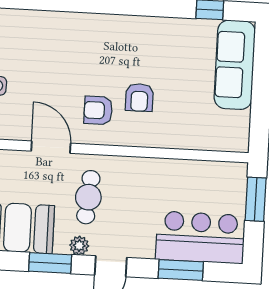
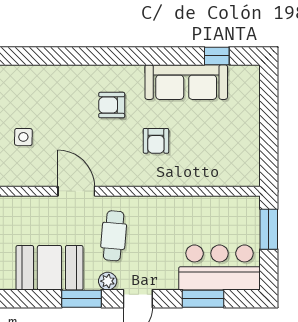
sofa: (235, 65) -> (186, 82), moved, turned -90
armchair: (98, 110) -> (112, 105), moved

